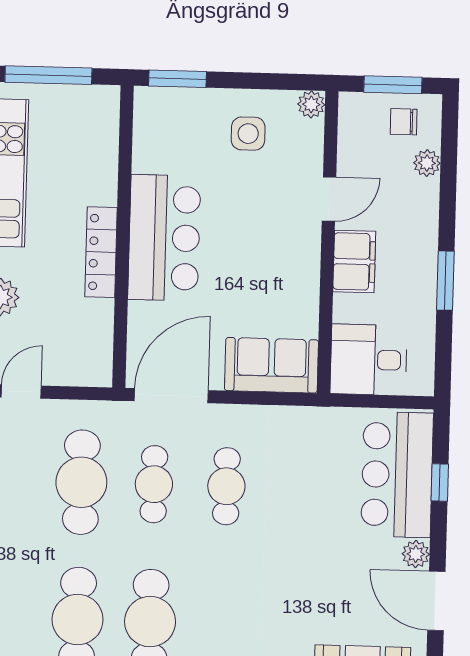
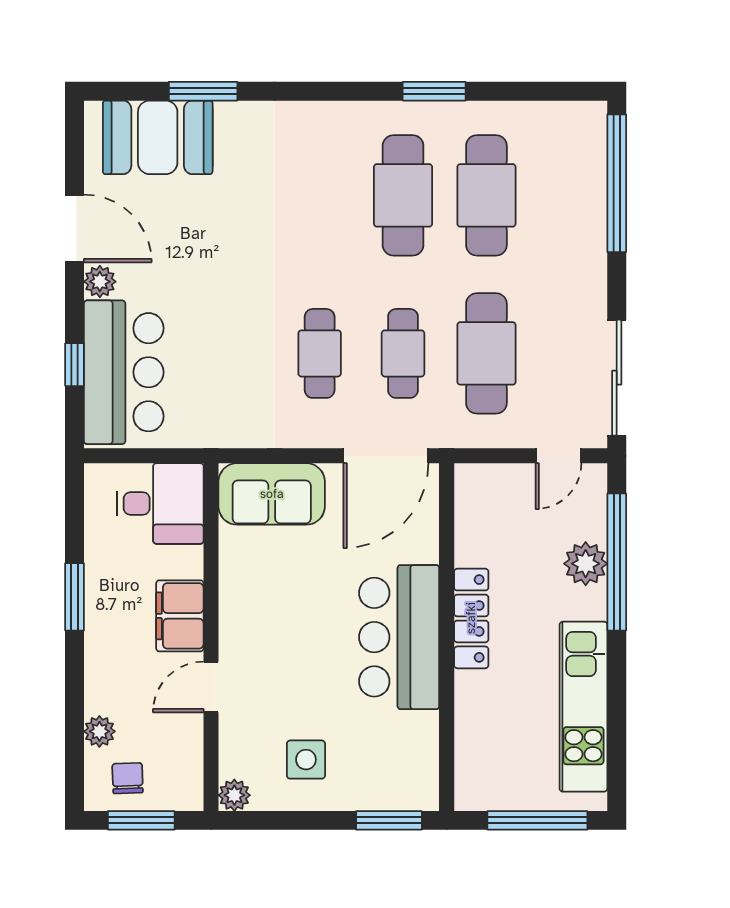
chair: (404, 122) -> (128, 778), turned -92

